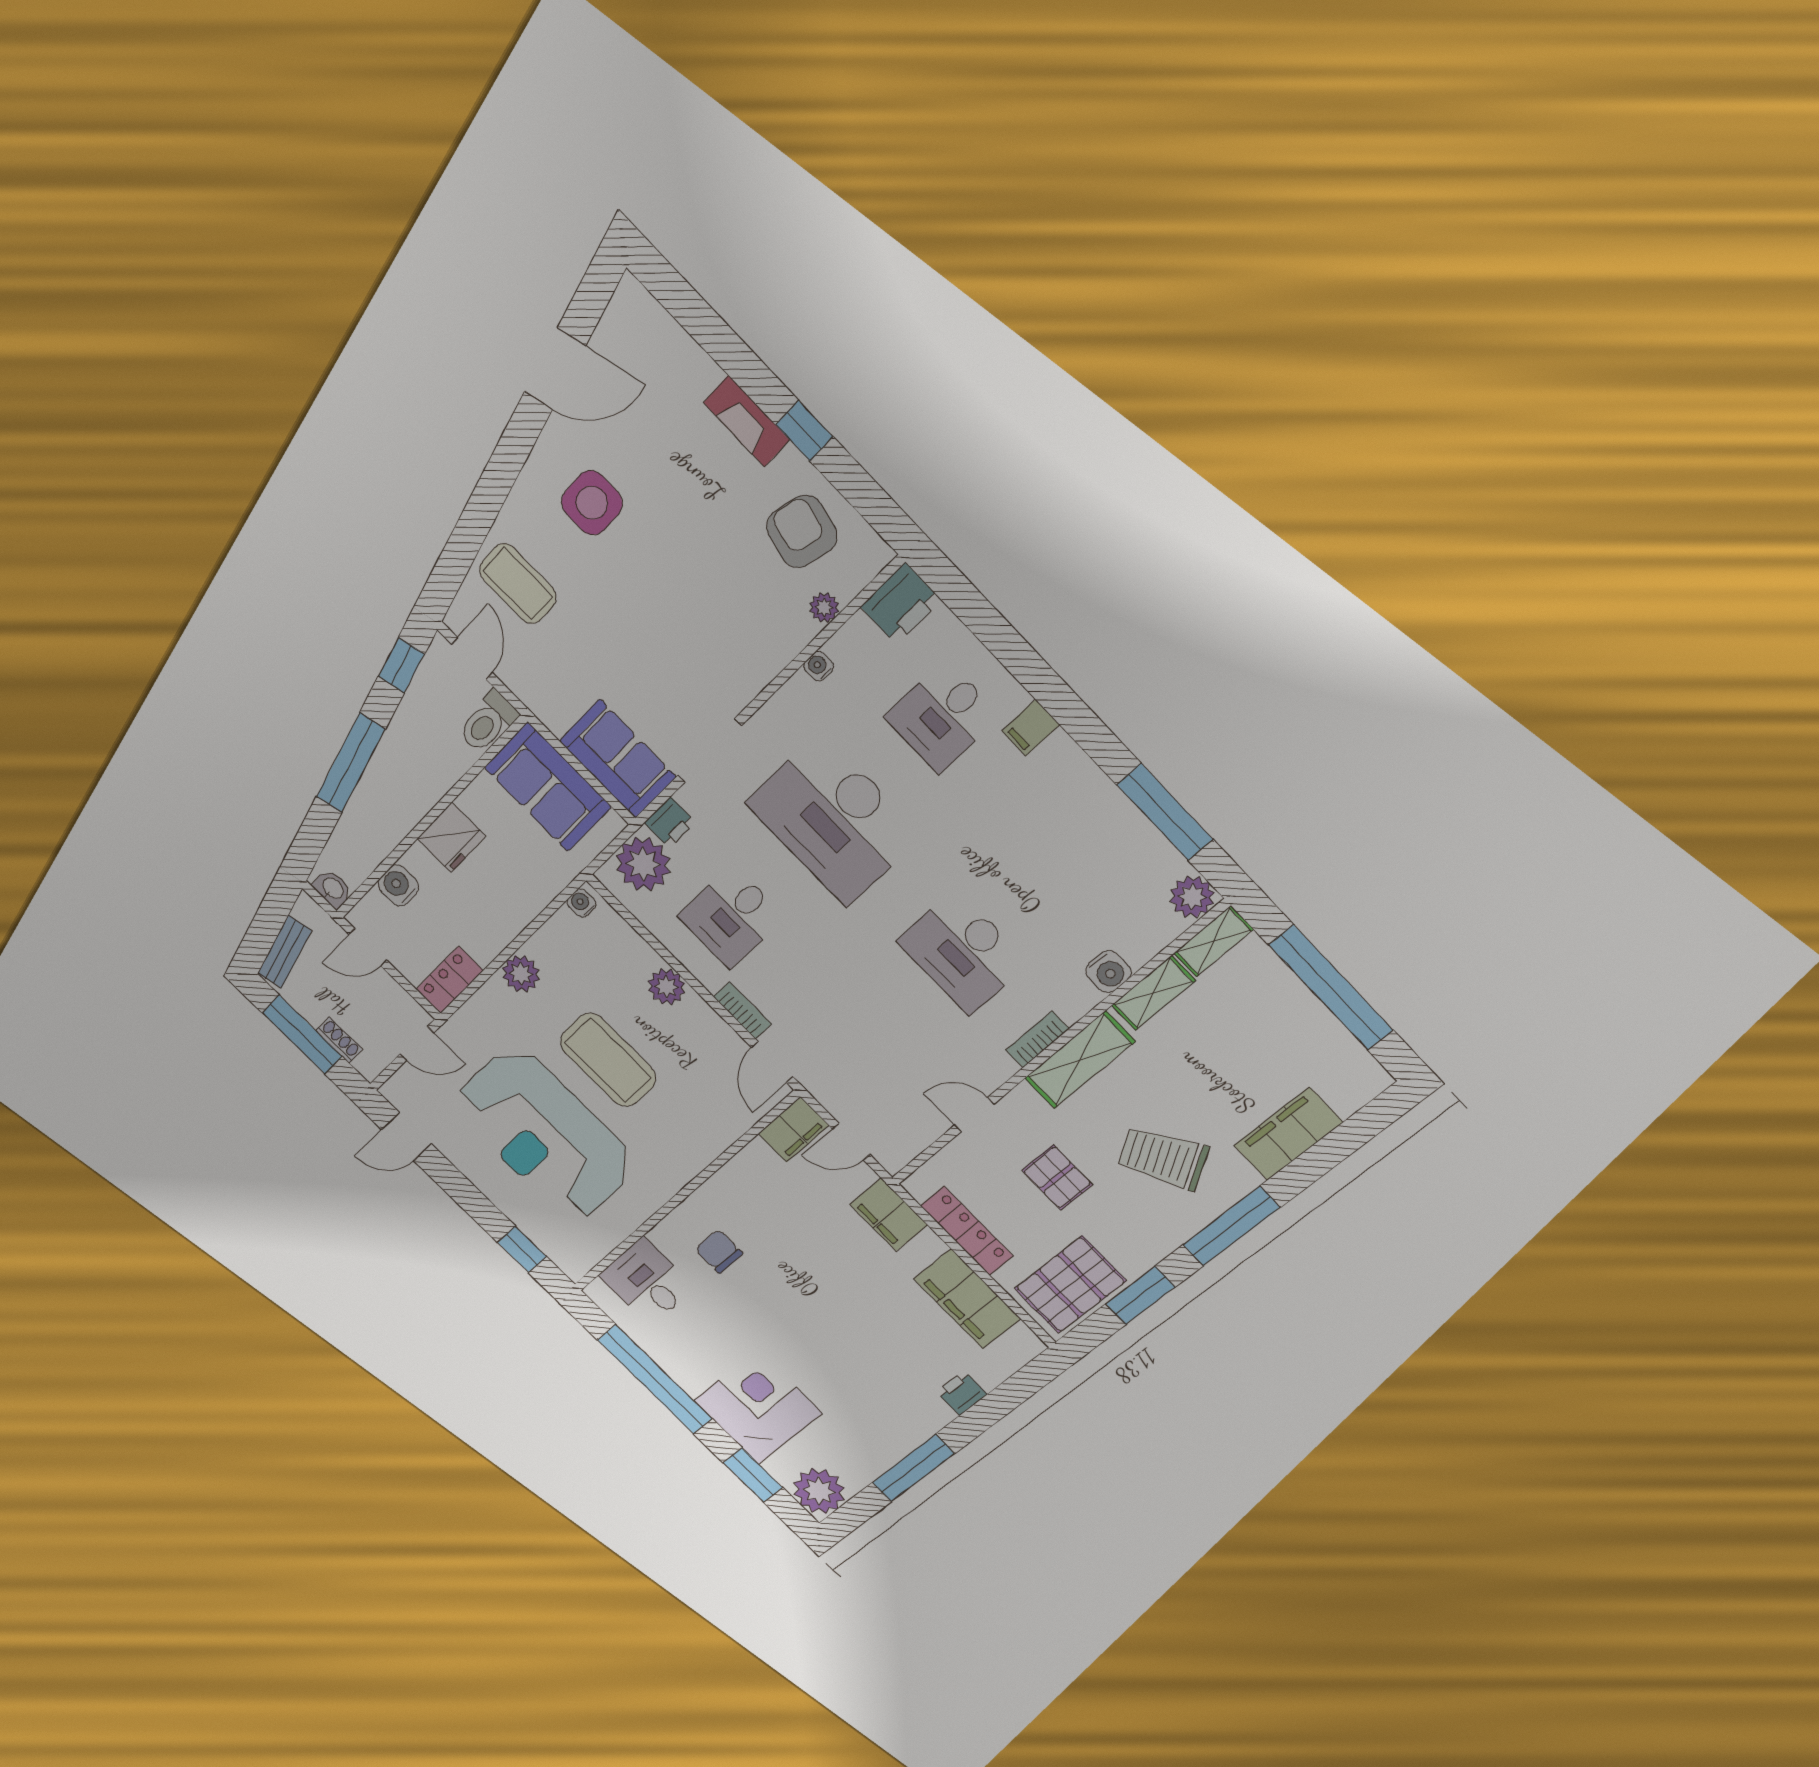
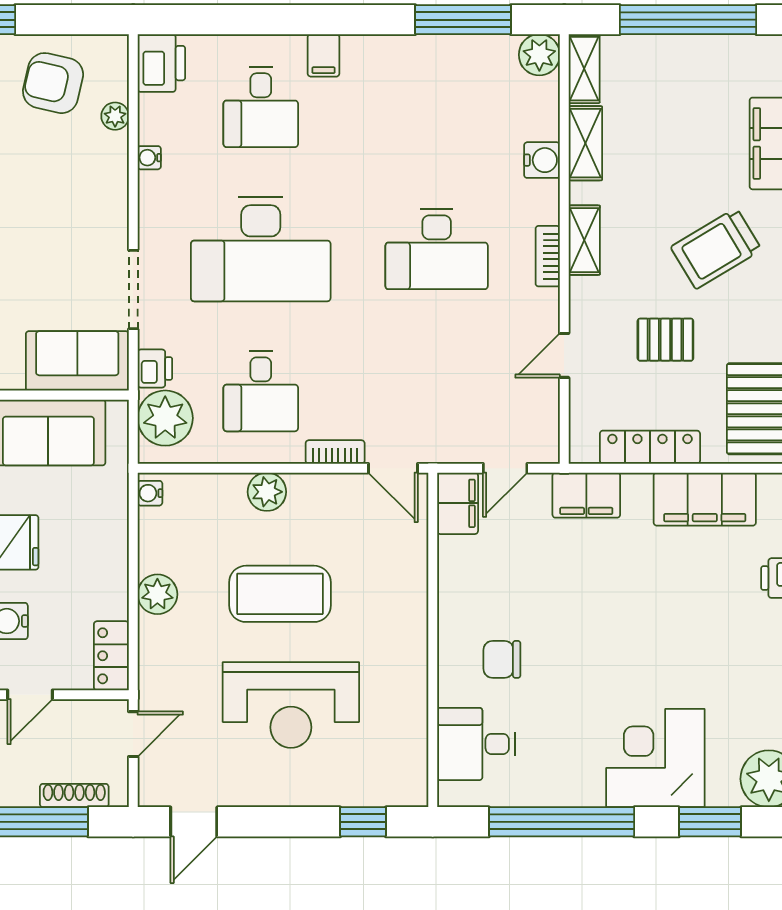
shoe rack: (339, 1040) -> (74, 796), width x1.43
shelving: (1080, 1060) -> (584, 240), width x0.67, depth x0.75
reception desk: (545, 1134) -> (291, 705), width x0.74, depth x0.77

